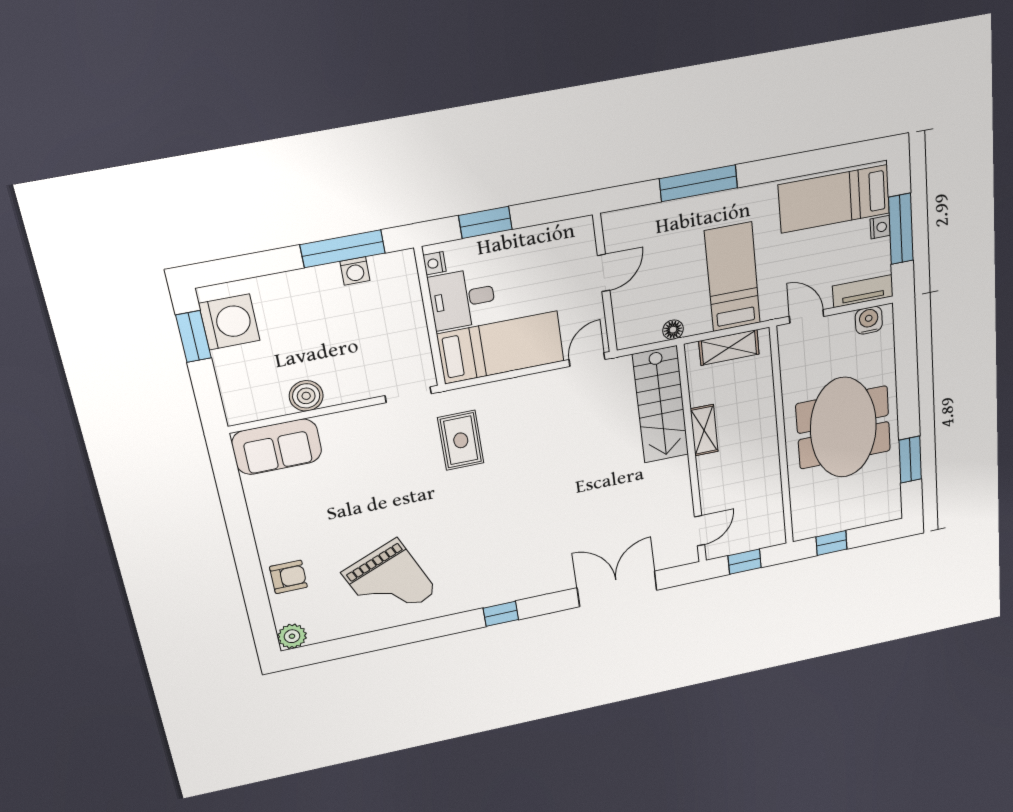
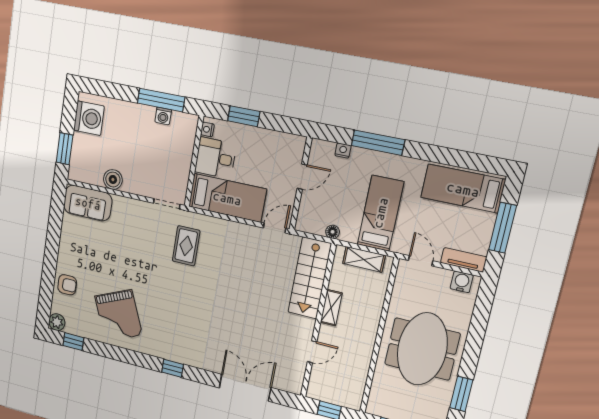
nightstand: (880, 227) -> (343, 151), moved, turned -90
window: (194, 337) -> (65, 149), moved
door: (700, 531) -> (312, 352), moved
window: (330, 650) -> (73, 342), added

